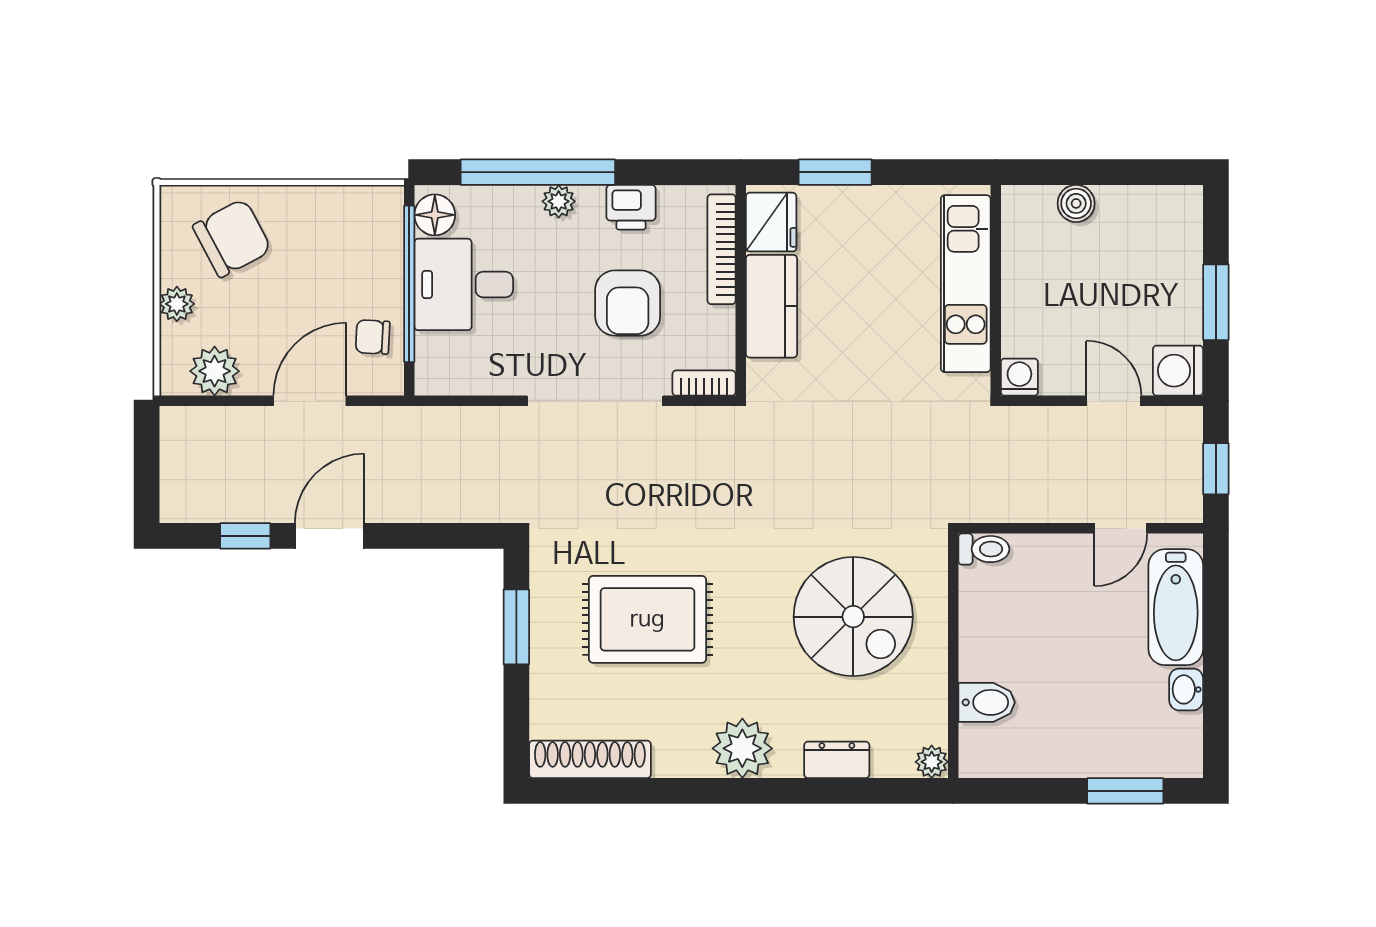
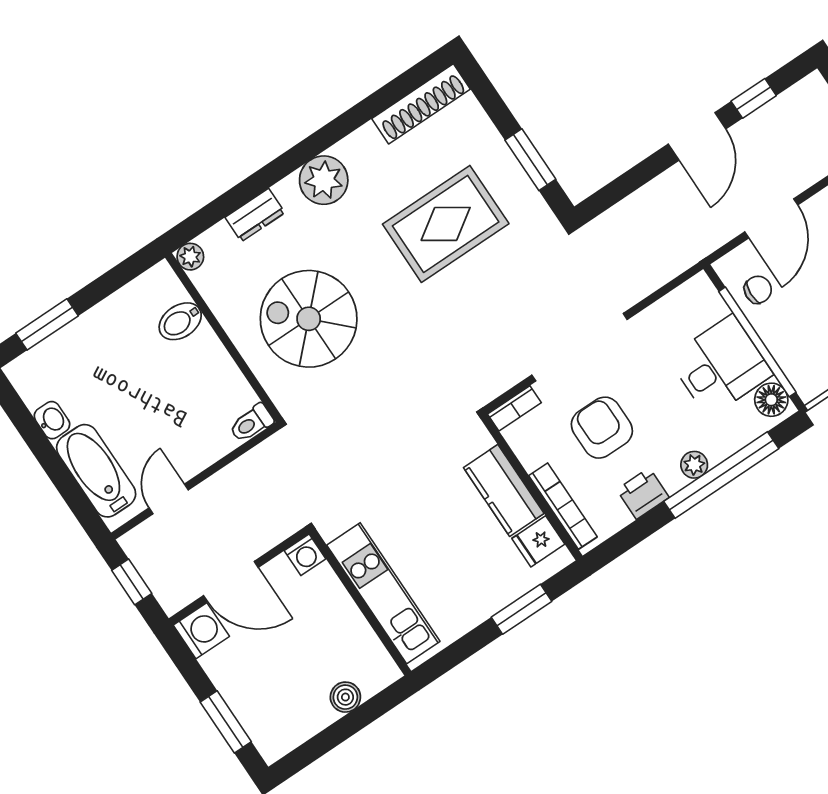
fridge: (771, 222) -> (538, 541), width x0.72
window: (1216, 302) -> (226, 722), moved
door: (1114, 401) -> (231, 581), width x1.38

